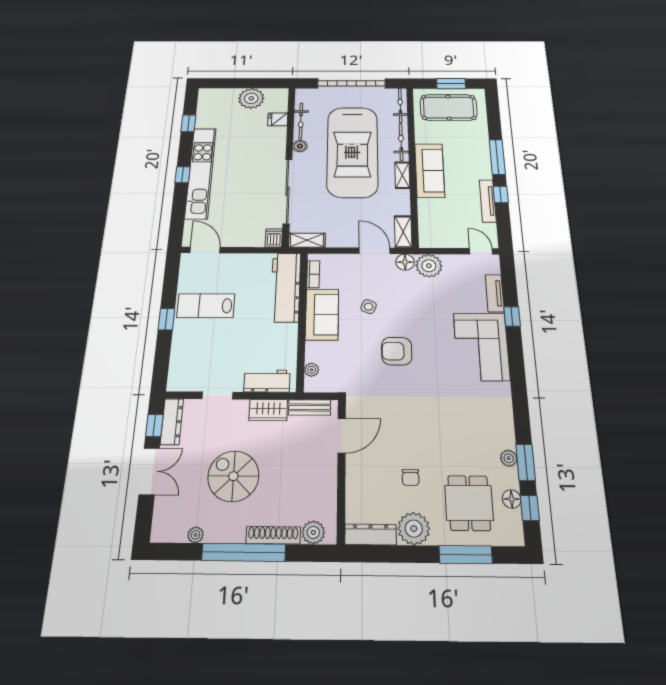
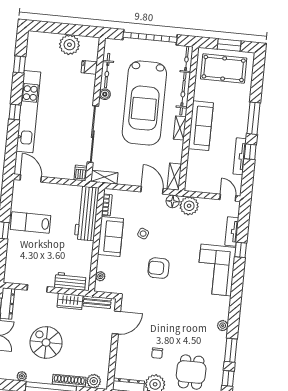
plant: (509, 458) -> (223, 326), moved
floor lamp: (512, 499) -> (218, 372), removed

